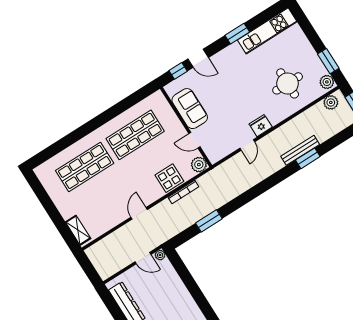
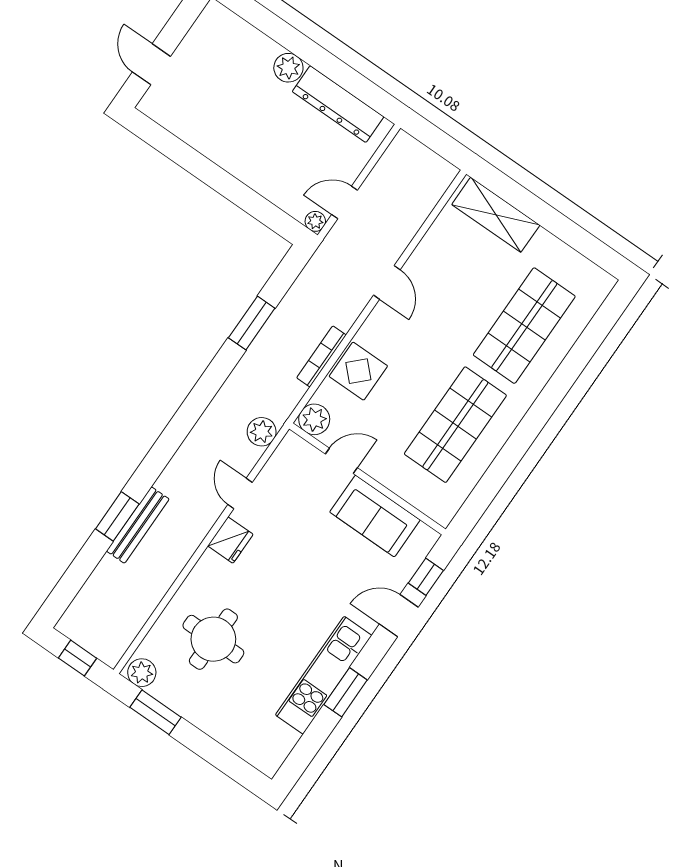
kitchen unit: (267, 31) -> (324, 675), moved
plant: (331, 102) -> (262, 432), moved
shelving: (78, 230) -> (496, 215), width x1.50, depth x1.33

